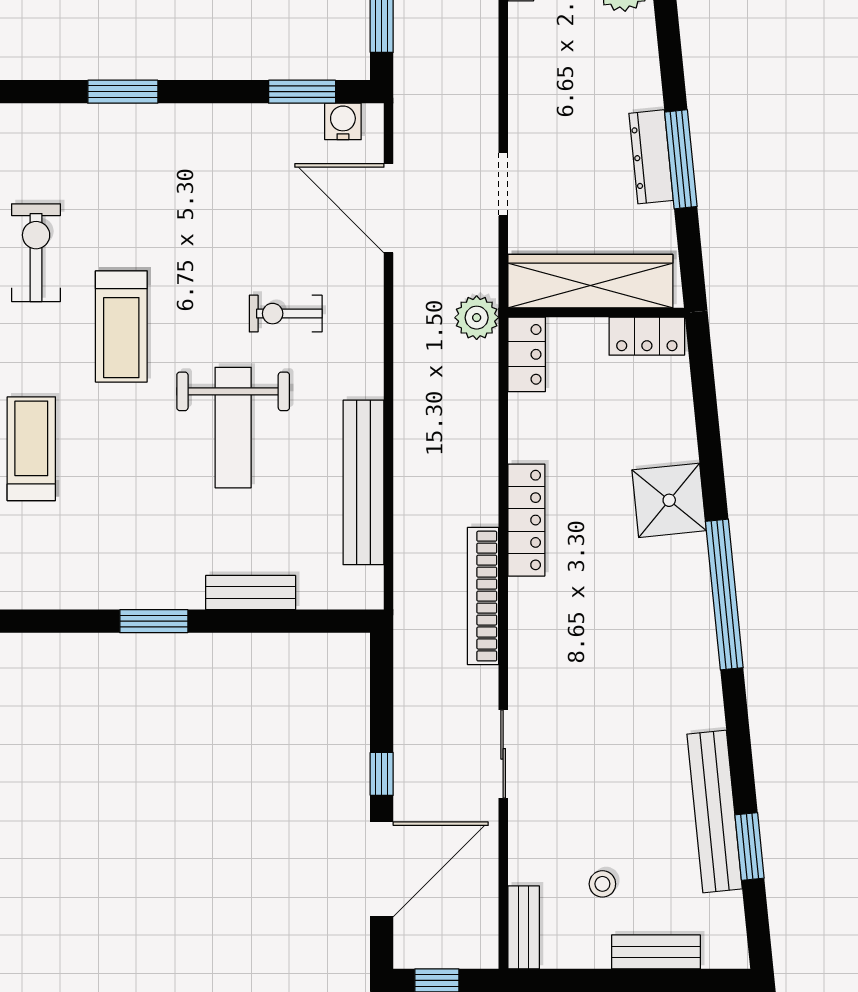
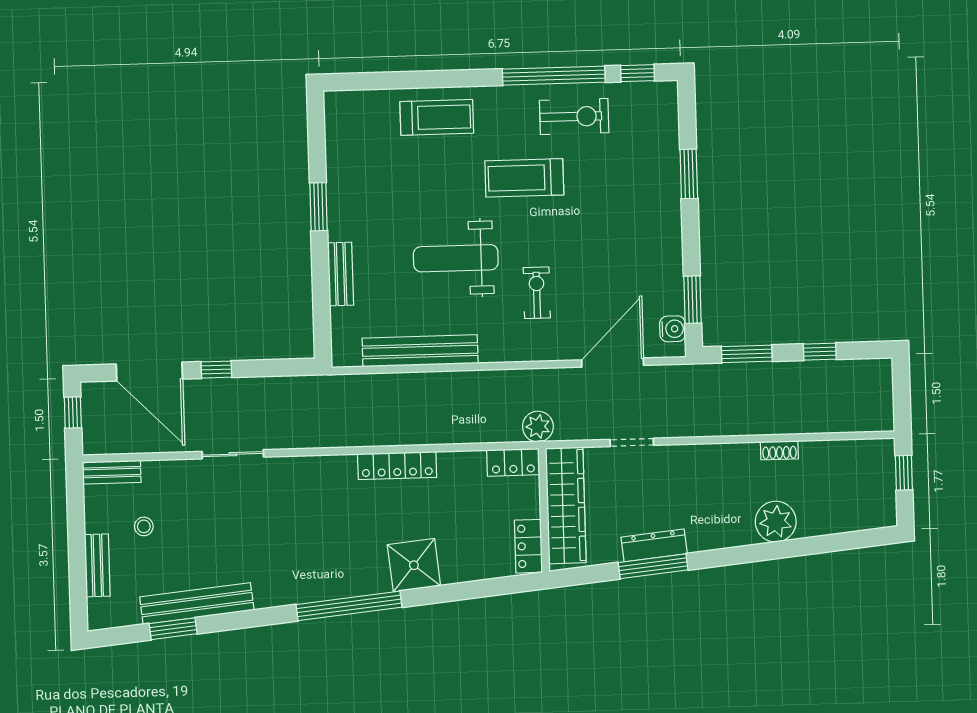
bookcase: (483, 596) -> (343, 437), removed

